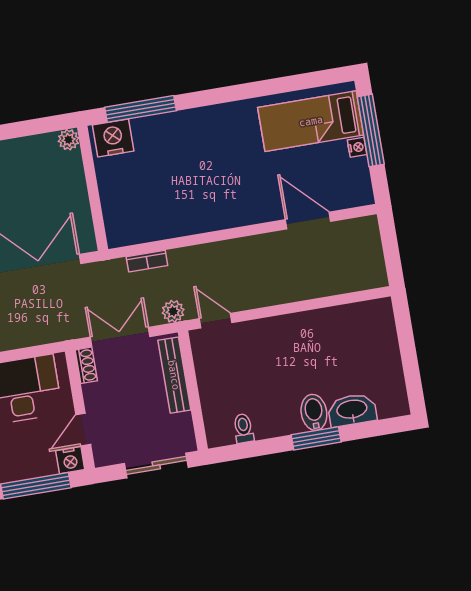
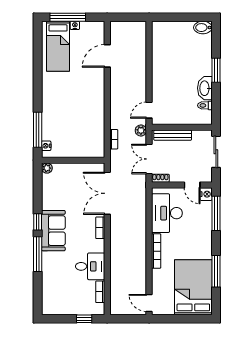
nightstand: (113, 138) -> (46, 146), width x0.53, depth x0.56
washbasin: (352, 410) -> (205, 88), moved
bidet: (314, 412) -> (203, 28), moved

